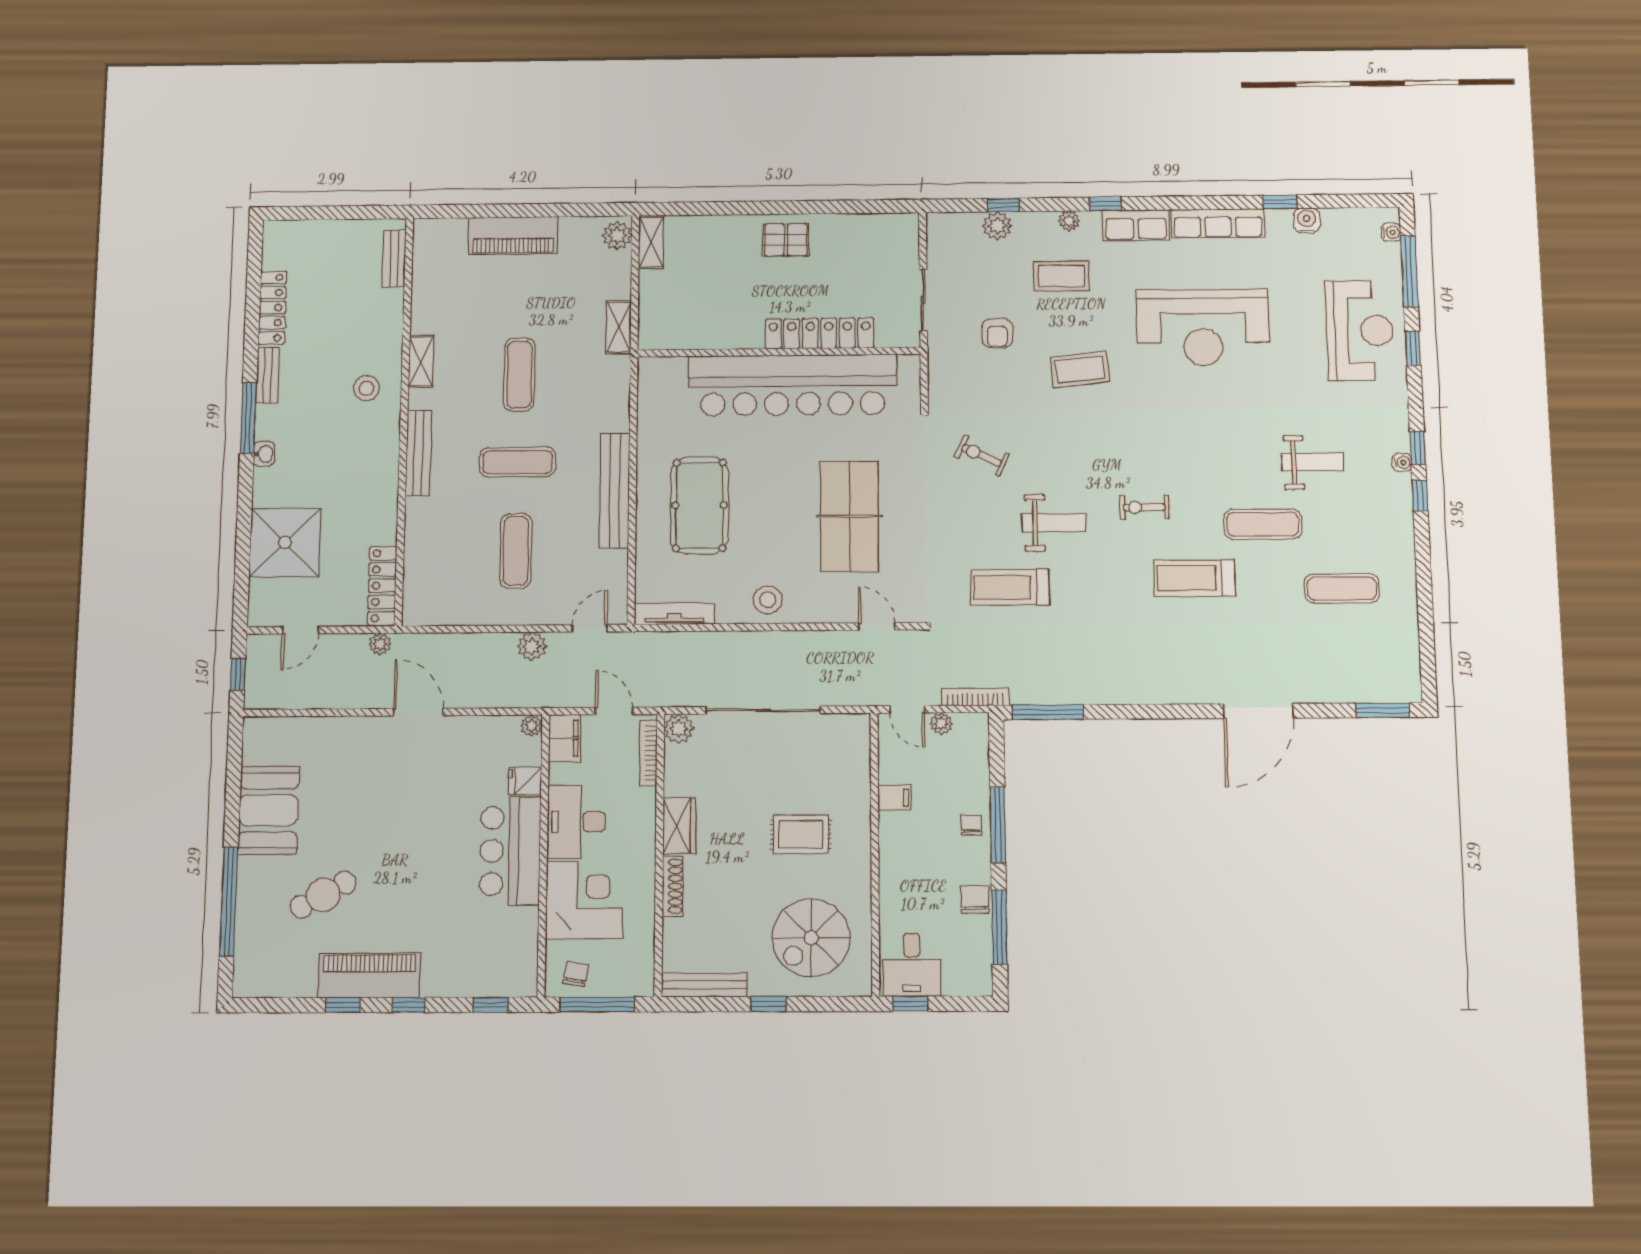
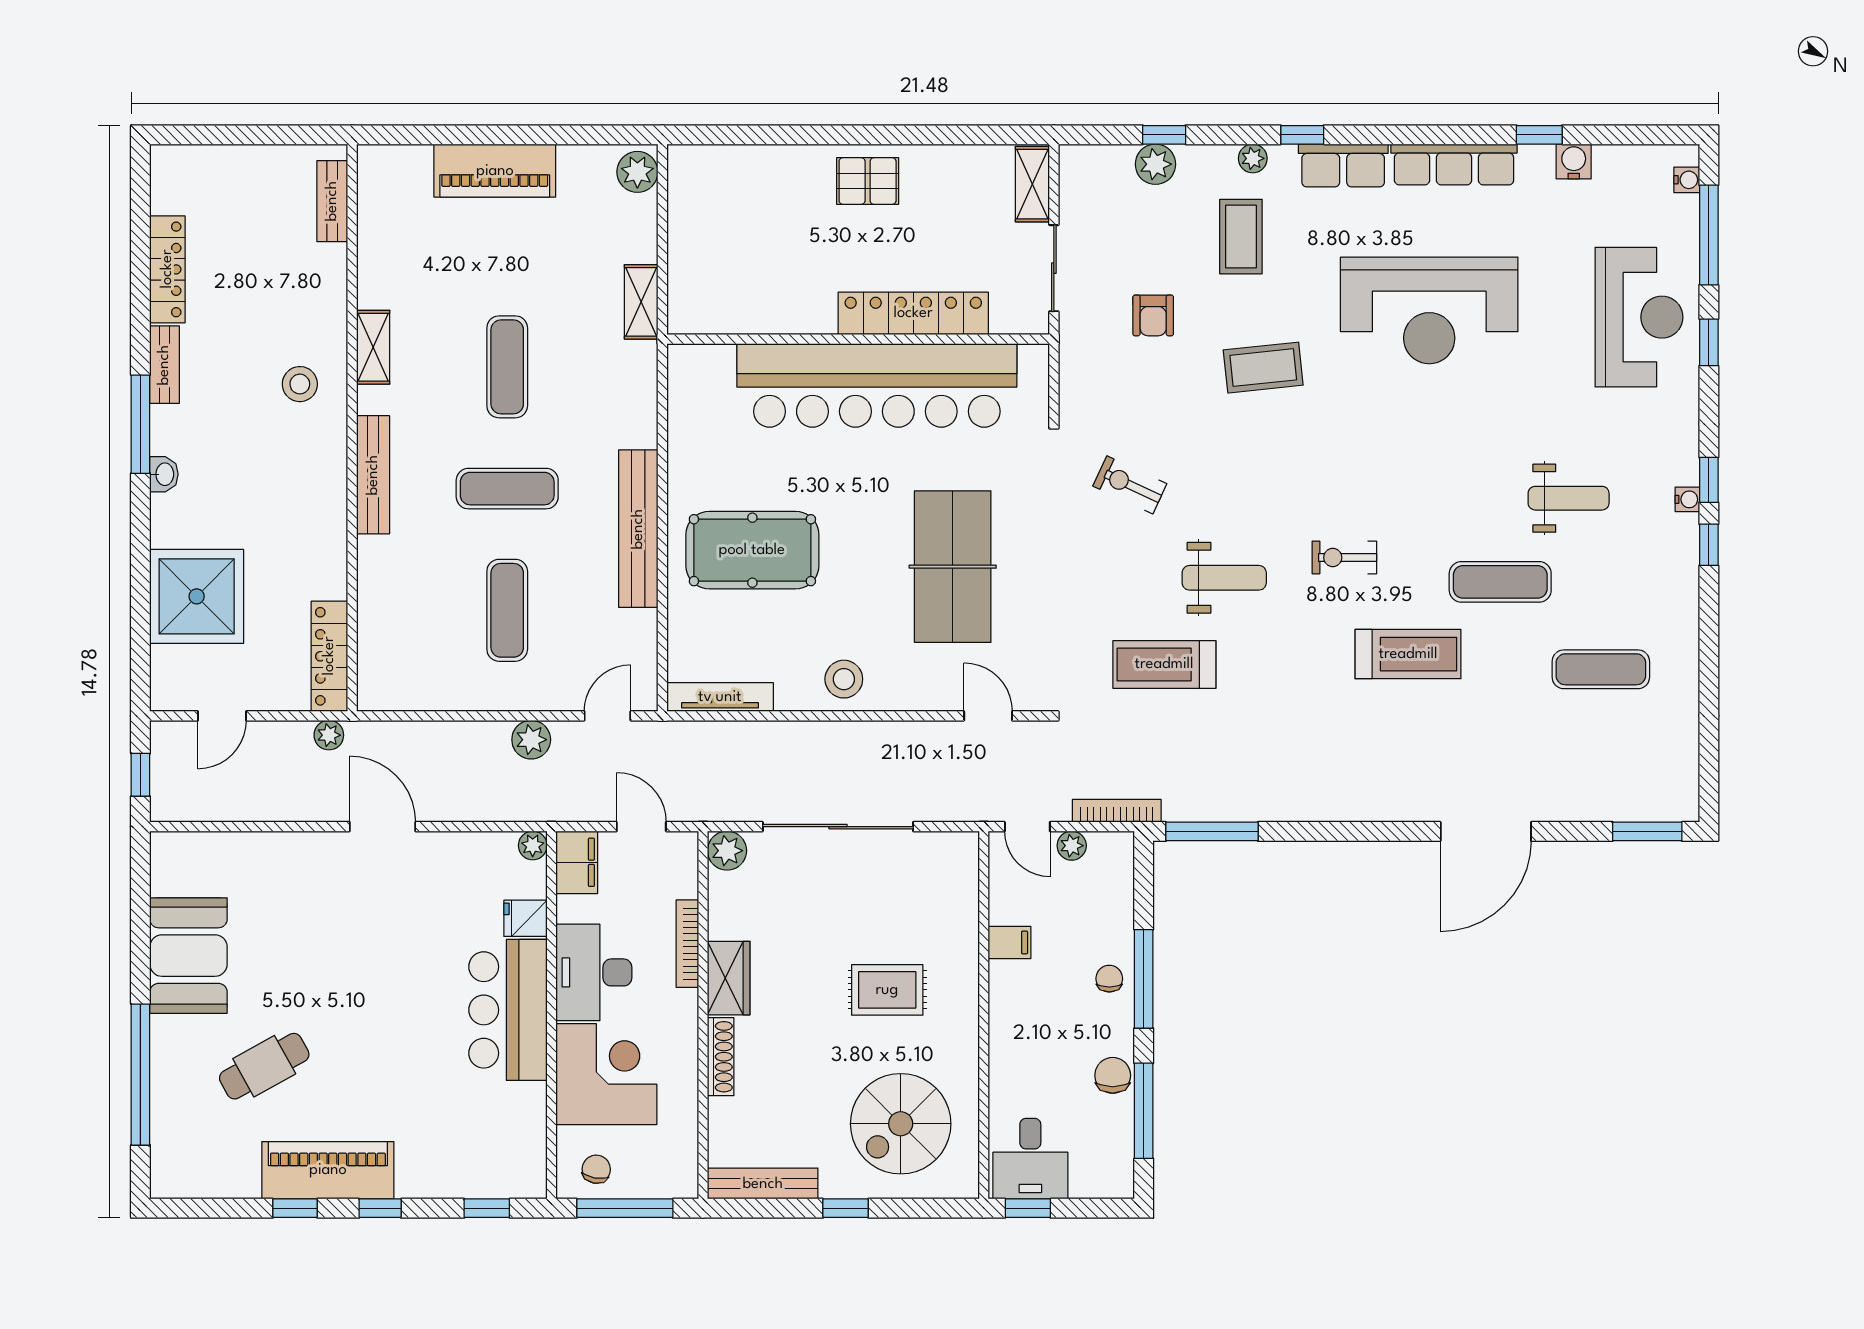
shelving: (651, 242) -> (1032, 184), moved
coffee table: (1061, 276) -> (1241, 237), turned 90
pool table: (699, 505) -> (752, 550), turned 90
treadmill: (1195, 578) -> (1408, 654), turned 180
bookcase: (648, 753) -> (687, 944), moved

